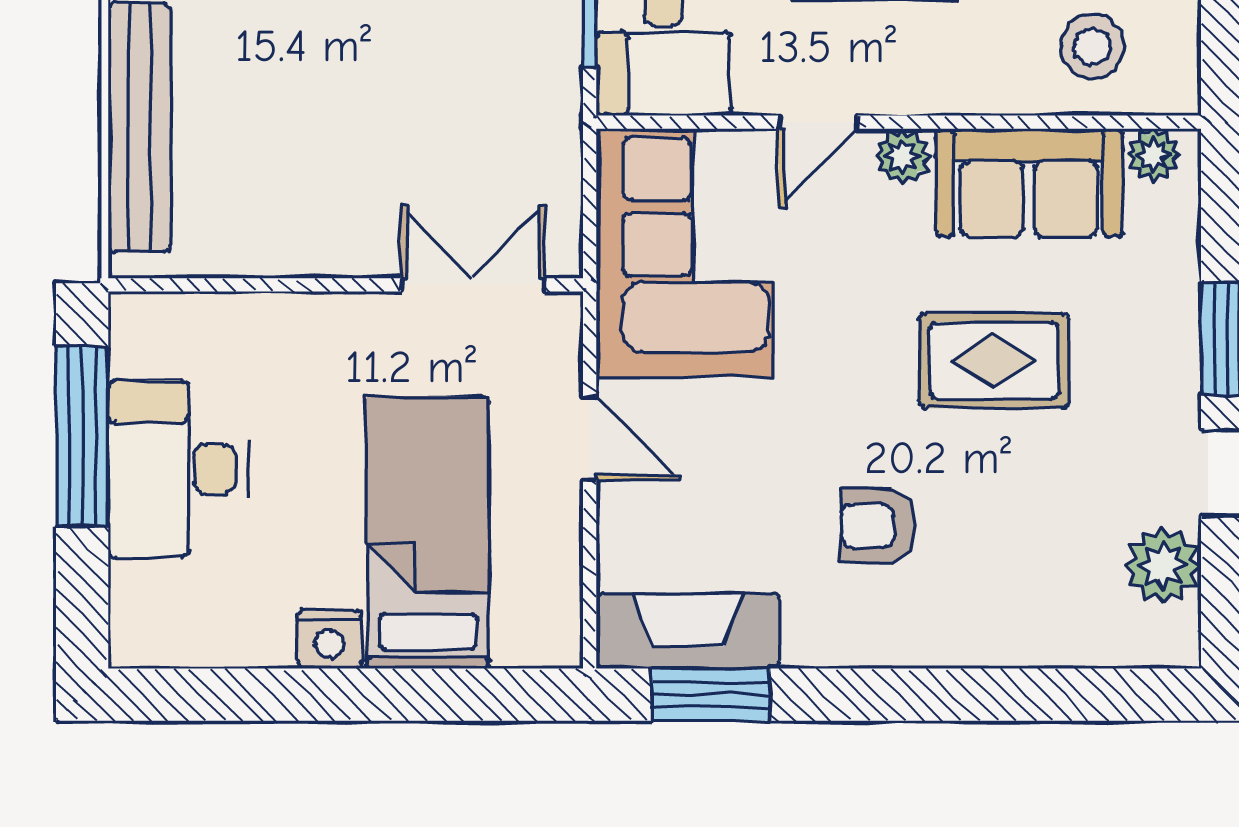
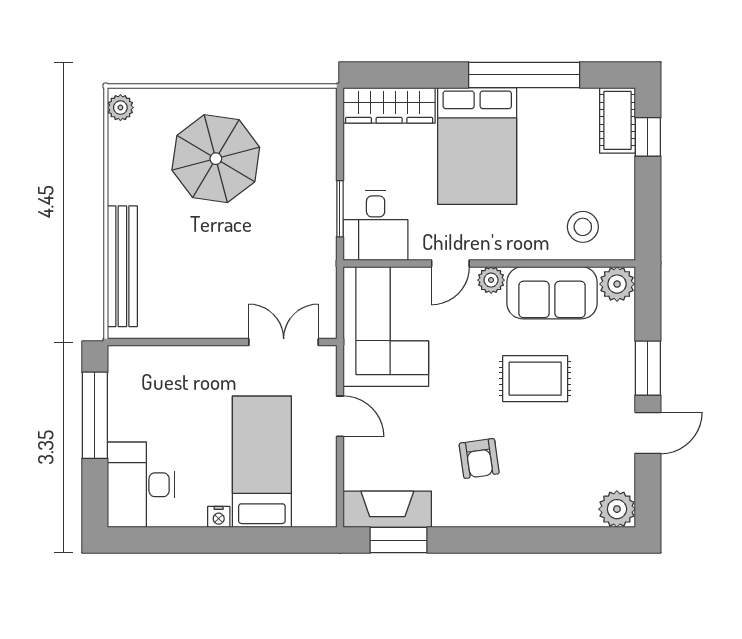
plant: (1153, 155) -> (617, 284), width x1.38, depth x1.38
desk: (178, 469) -> (141, 485), moved
armchair: (878, 526) -> (479, 458), turned -98
plant: (1163, 566) -> (617, 509), moved
nightstand: (330, 639) -> (219, 517), width x0.72, depth x0.74

